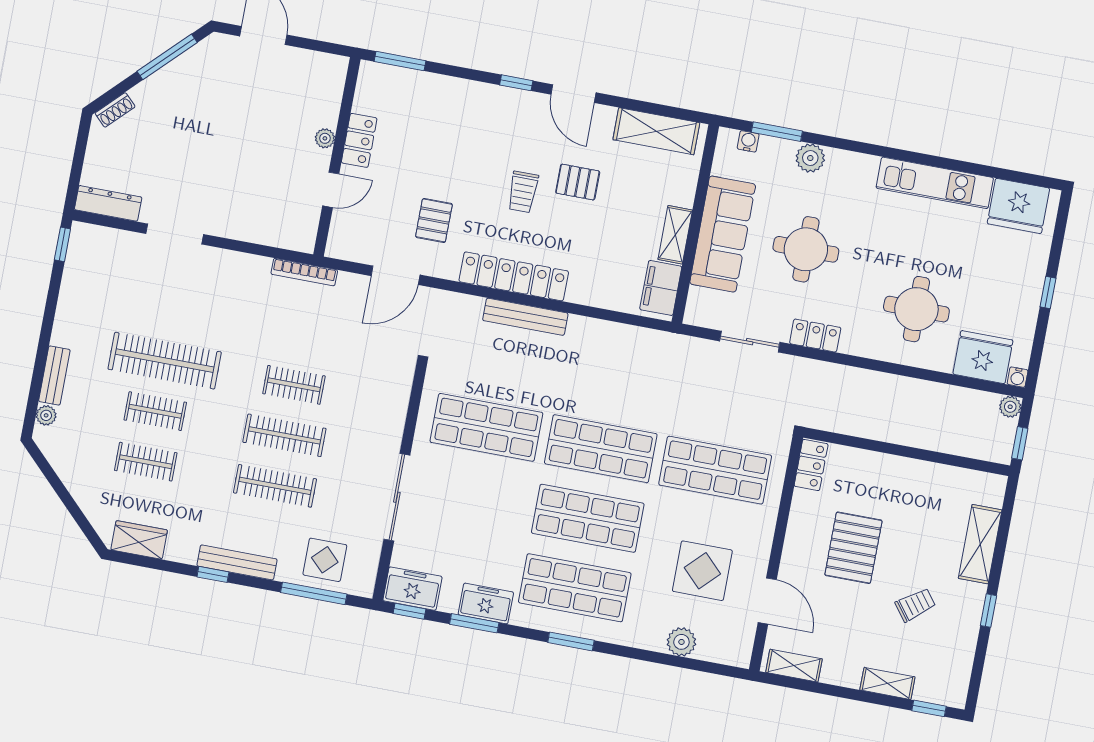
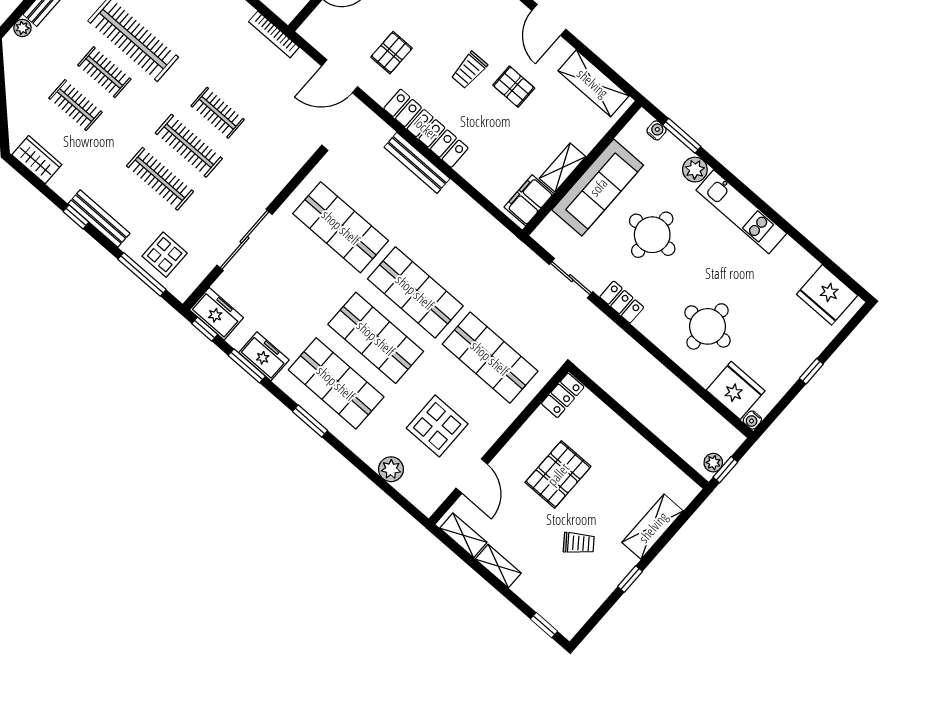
kitchen unit: (935, 183) -> (741, 212), moved
plant: (1010, 407) -> (713, 463), moved
shelving: (887, 683) -> (498, 566), moved

